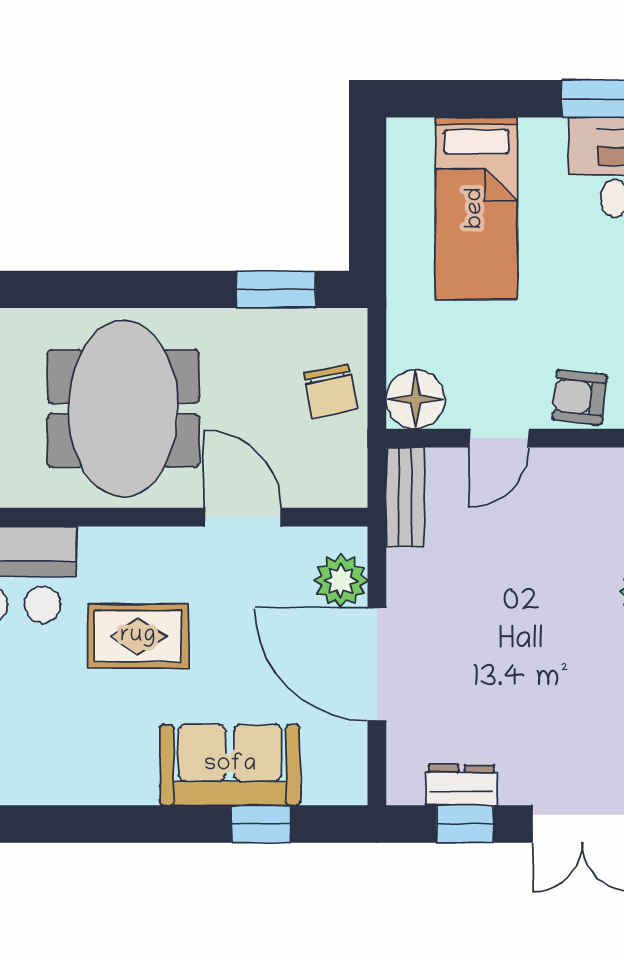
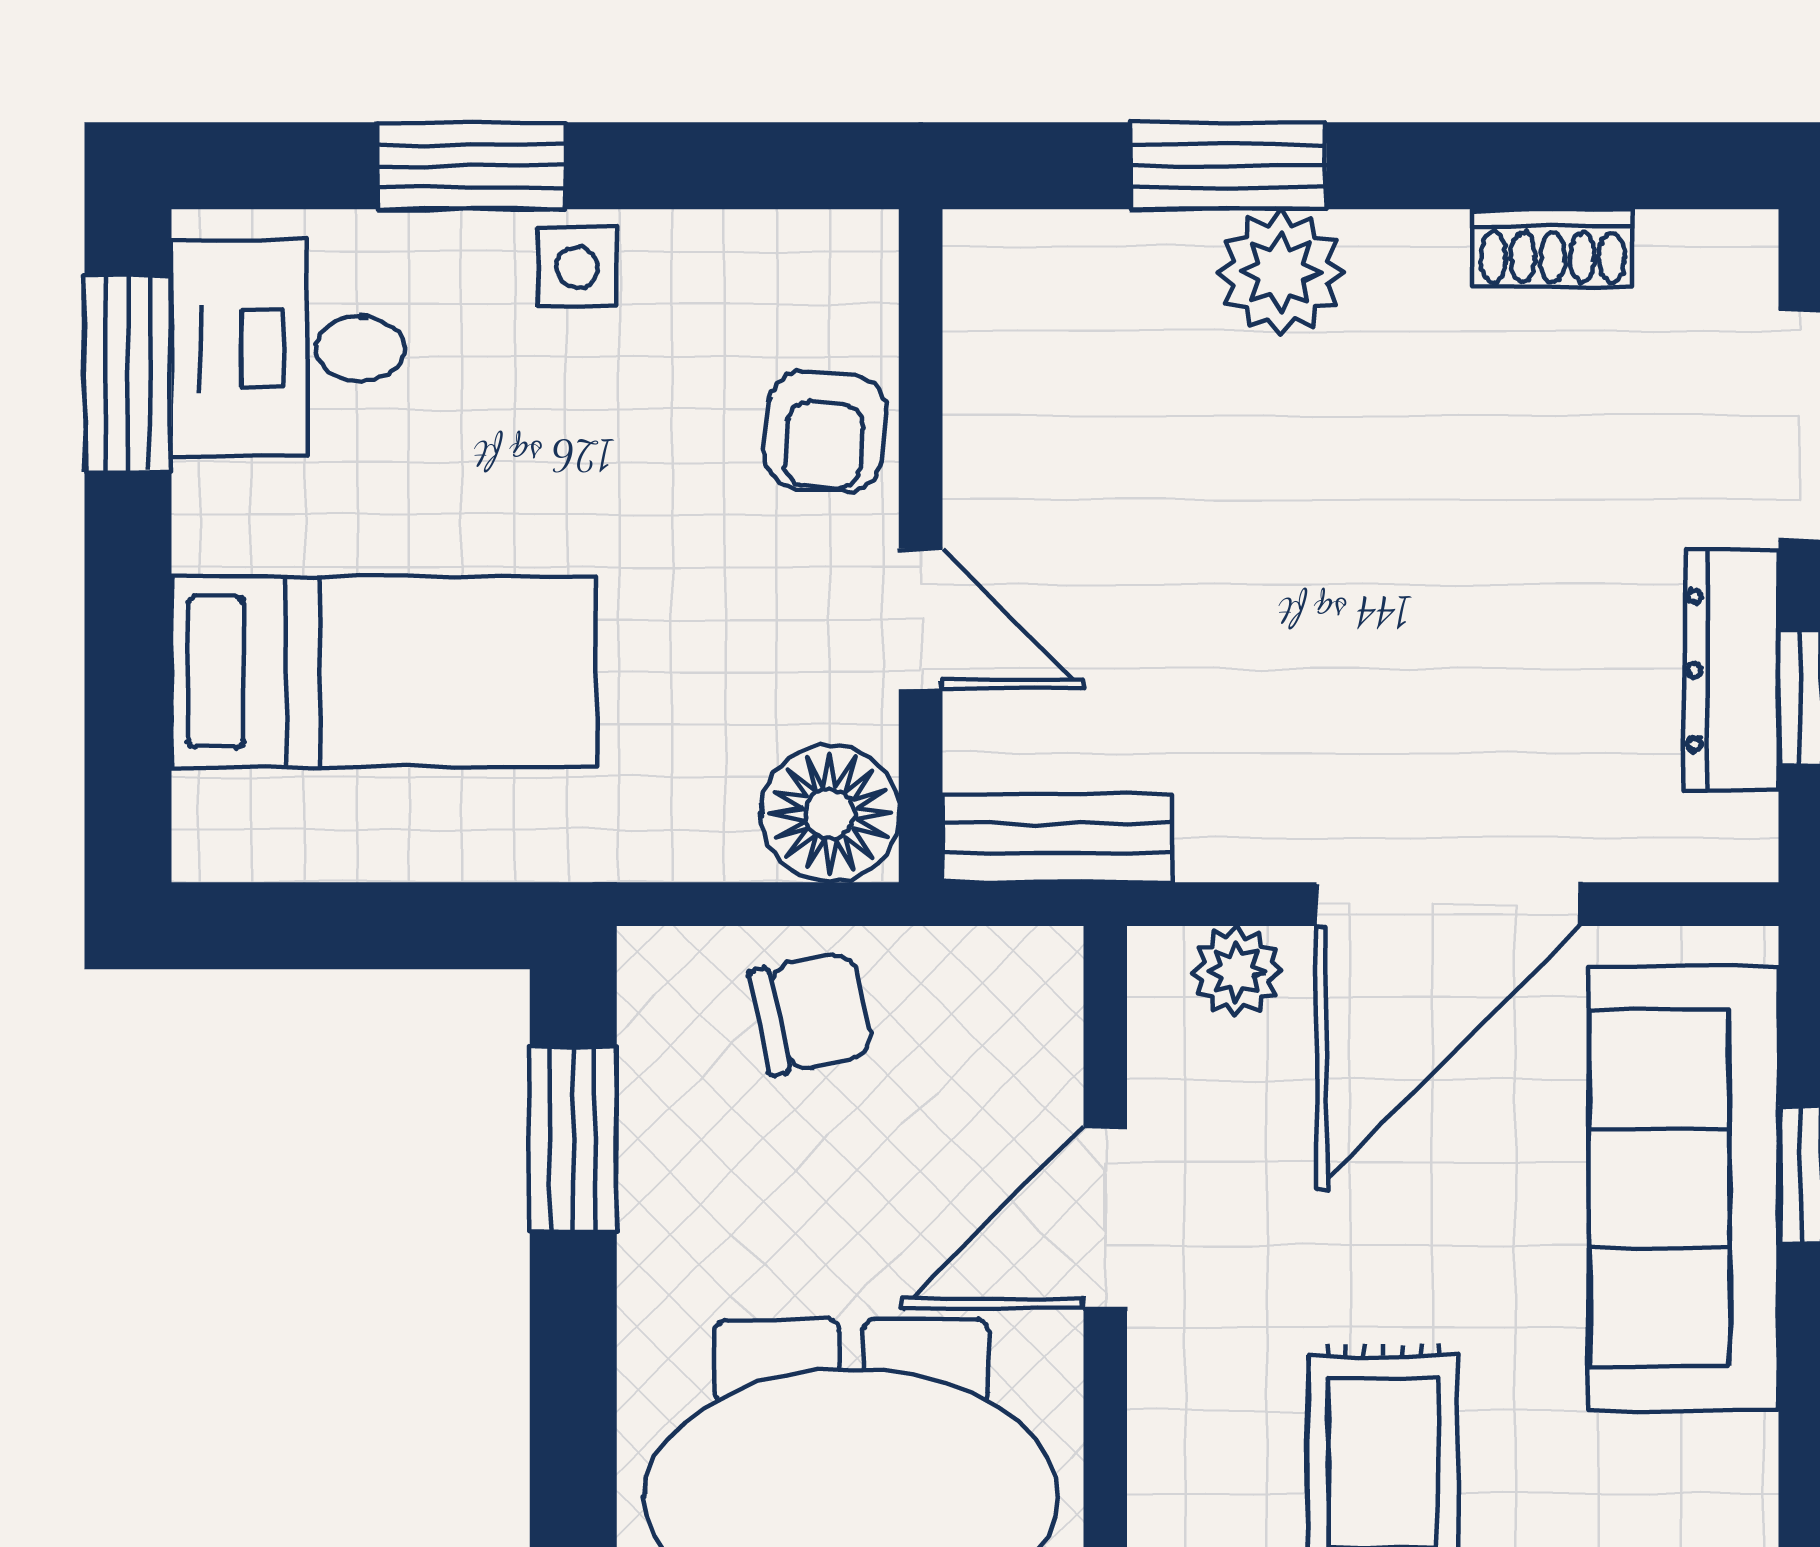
plant: (341, 581) -> (1237, 971), width x0.73, depth x0.73
sofa: (230, 765) -> (1684, 1188), width x1.36
dresser: (461, 785) -> (1731, 670), width x1.44

